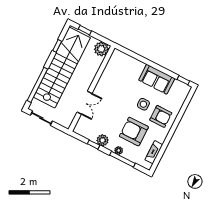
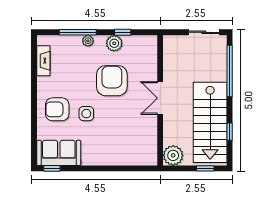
stairs: (62, 68) -> (210, 122), width x0.73
sofa: (157, 79) -> (59, 153), moved
double door: (84, 103) -> (160, 98), moved
armchair: (134, 132) -> (112, 81), moved, turned -90

